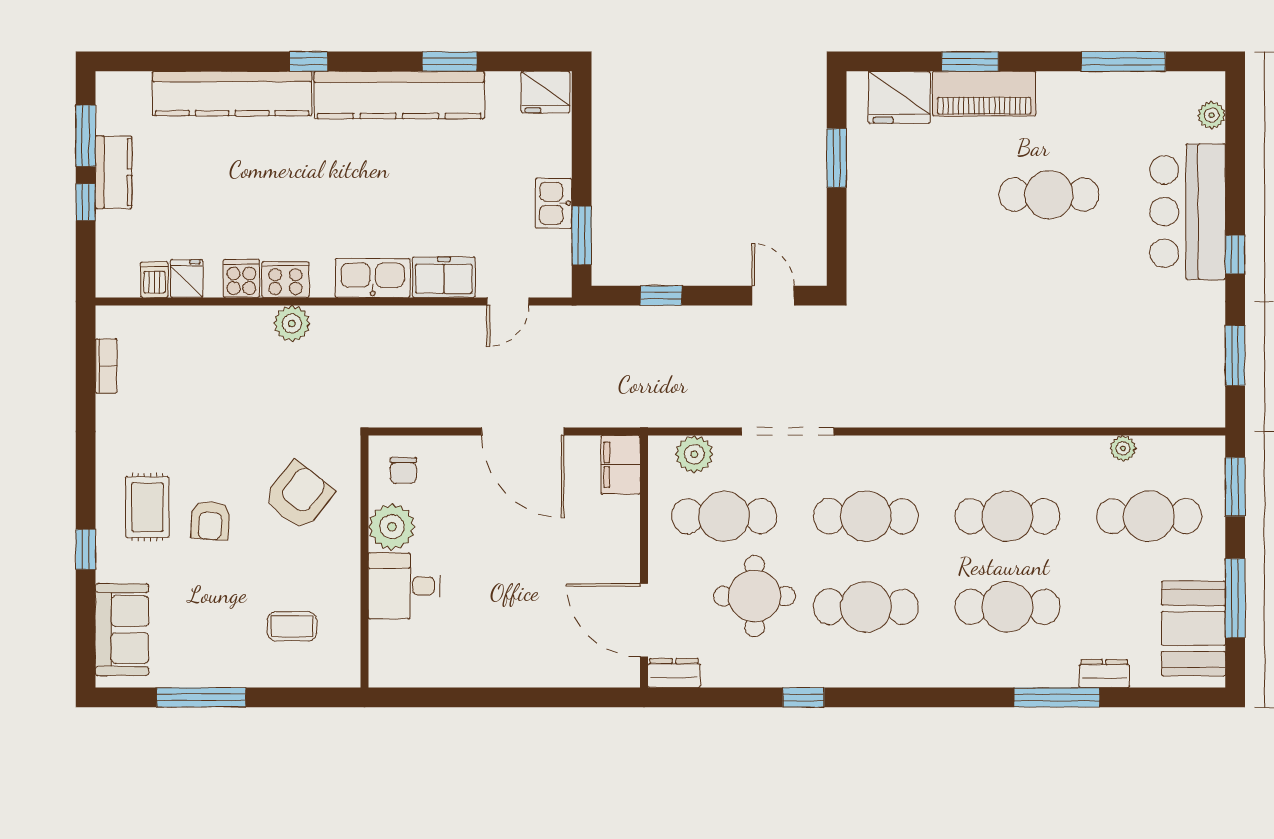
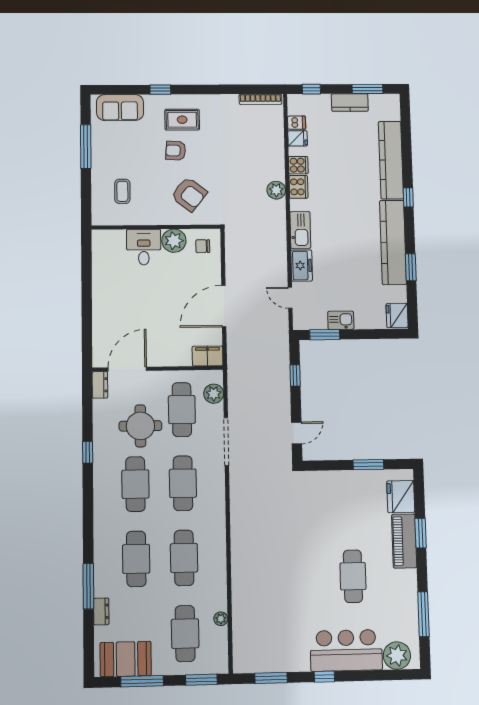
plant: (1212, 115) -> (397, 656), width x1.87, depth x1.87
window: (86, 202) -> (311, 89), moved
bookcase: (106, 366) -> (260, 99), width x1.56

